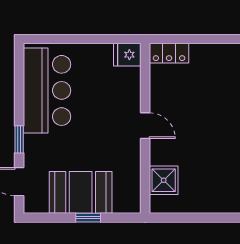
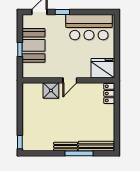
fridge: (127, 55) -> (103, 68), width x1.88, depth x1.34
shower: (164, 180) -> (51, 91), moved

